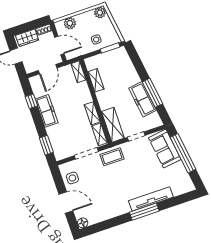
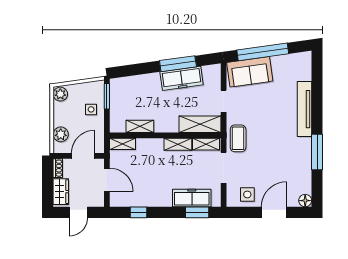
freezer: (47, 111) -> (192, 198), moved
window: (144, 212) -> (317, 152), moved

